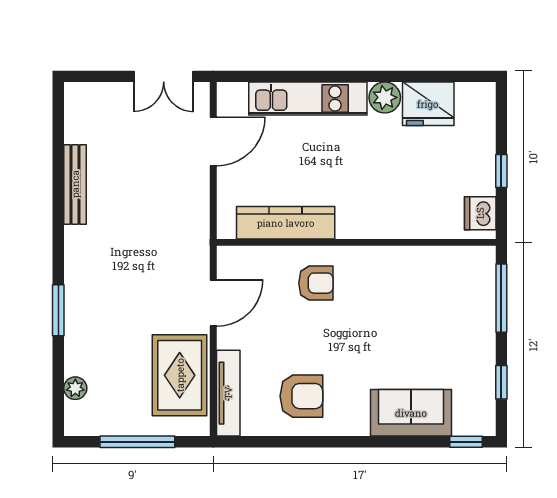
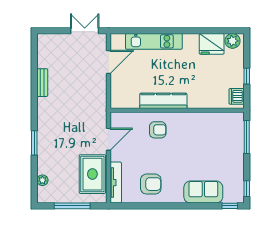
double door: (164, 76) -> (85, 31), swing flipped
plant: (385, 97) -> (232, 41), moved
bench: (75, 184) -> (42, 83), width x0.73
kitchen counter: (286, 223) -> (163, 101), moved
window: (501, 382) -> (247, 189), moved

